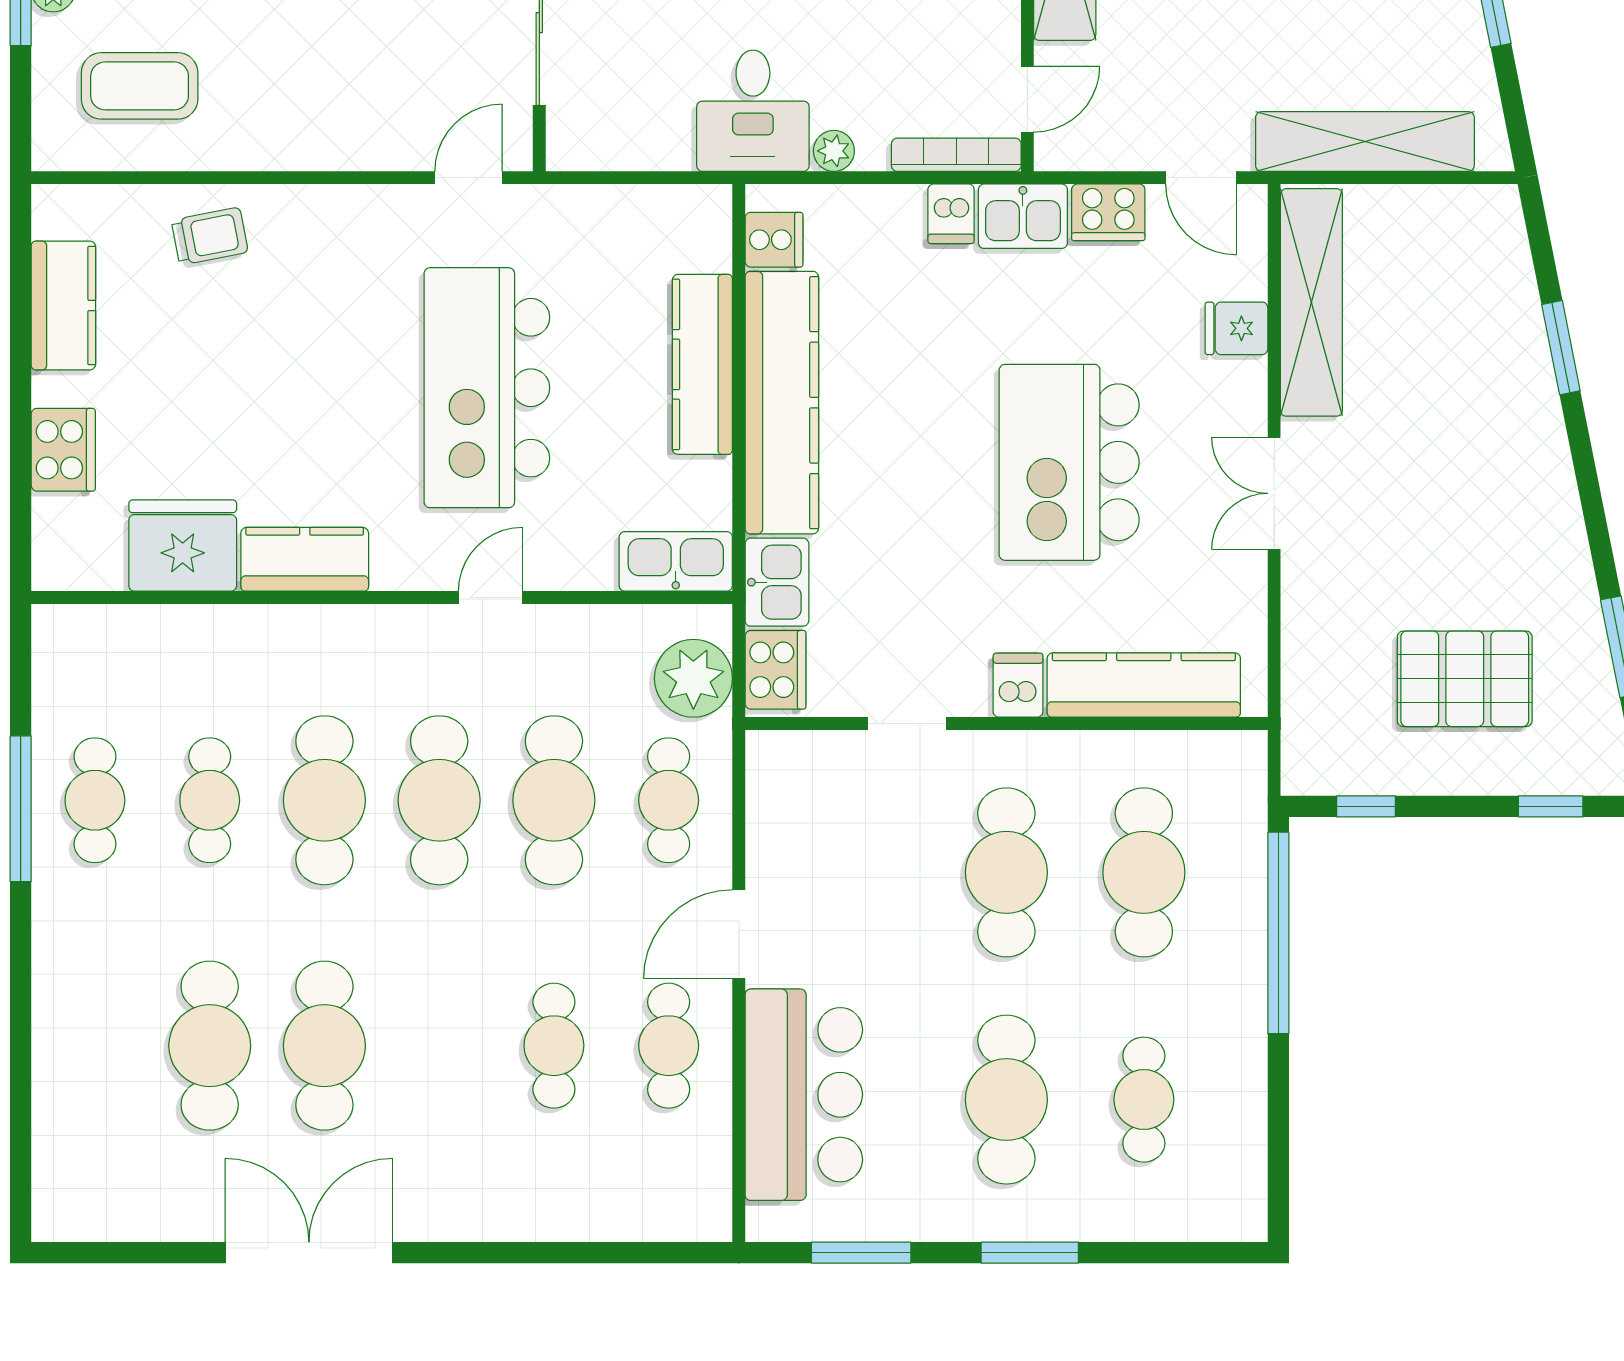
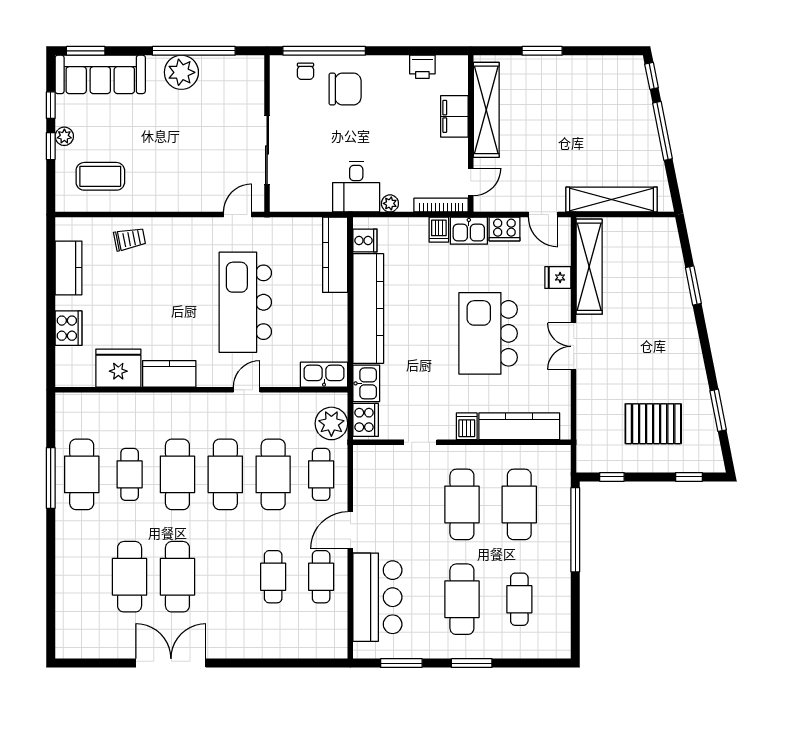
kitchen counter: (702, 364) -> (335, 255), moved
cafe table: (95, 800) -> (82, 474), width x1.37, depth x1.35

